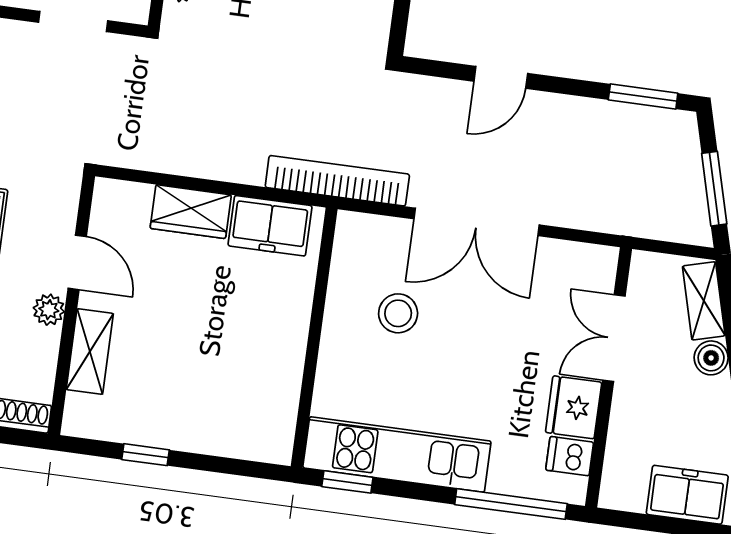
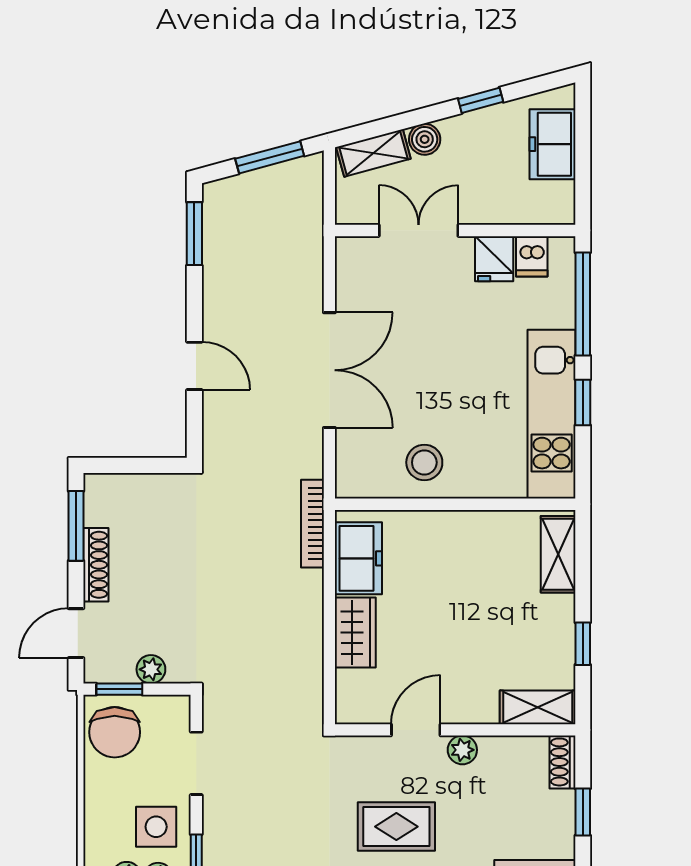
bookcase: (337, 181) -> (313, 524), width x0.68, depth x0.76
stool: (398, 313) -> (424, 462), moved
double door: (614, 338) -> (419, 230), swing flipped
shelving: (90, 352) -> (538, 707), moved
fridge: (574, 407) -> (494, 259), width x0.72
shelving: (245, 441) -> (558, 554), added
window: (347, 482) -> (583, 402), moved

